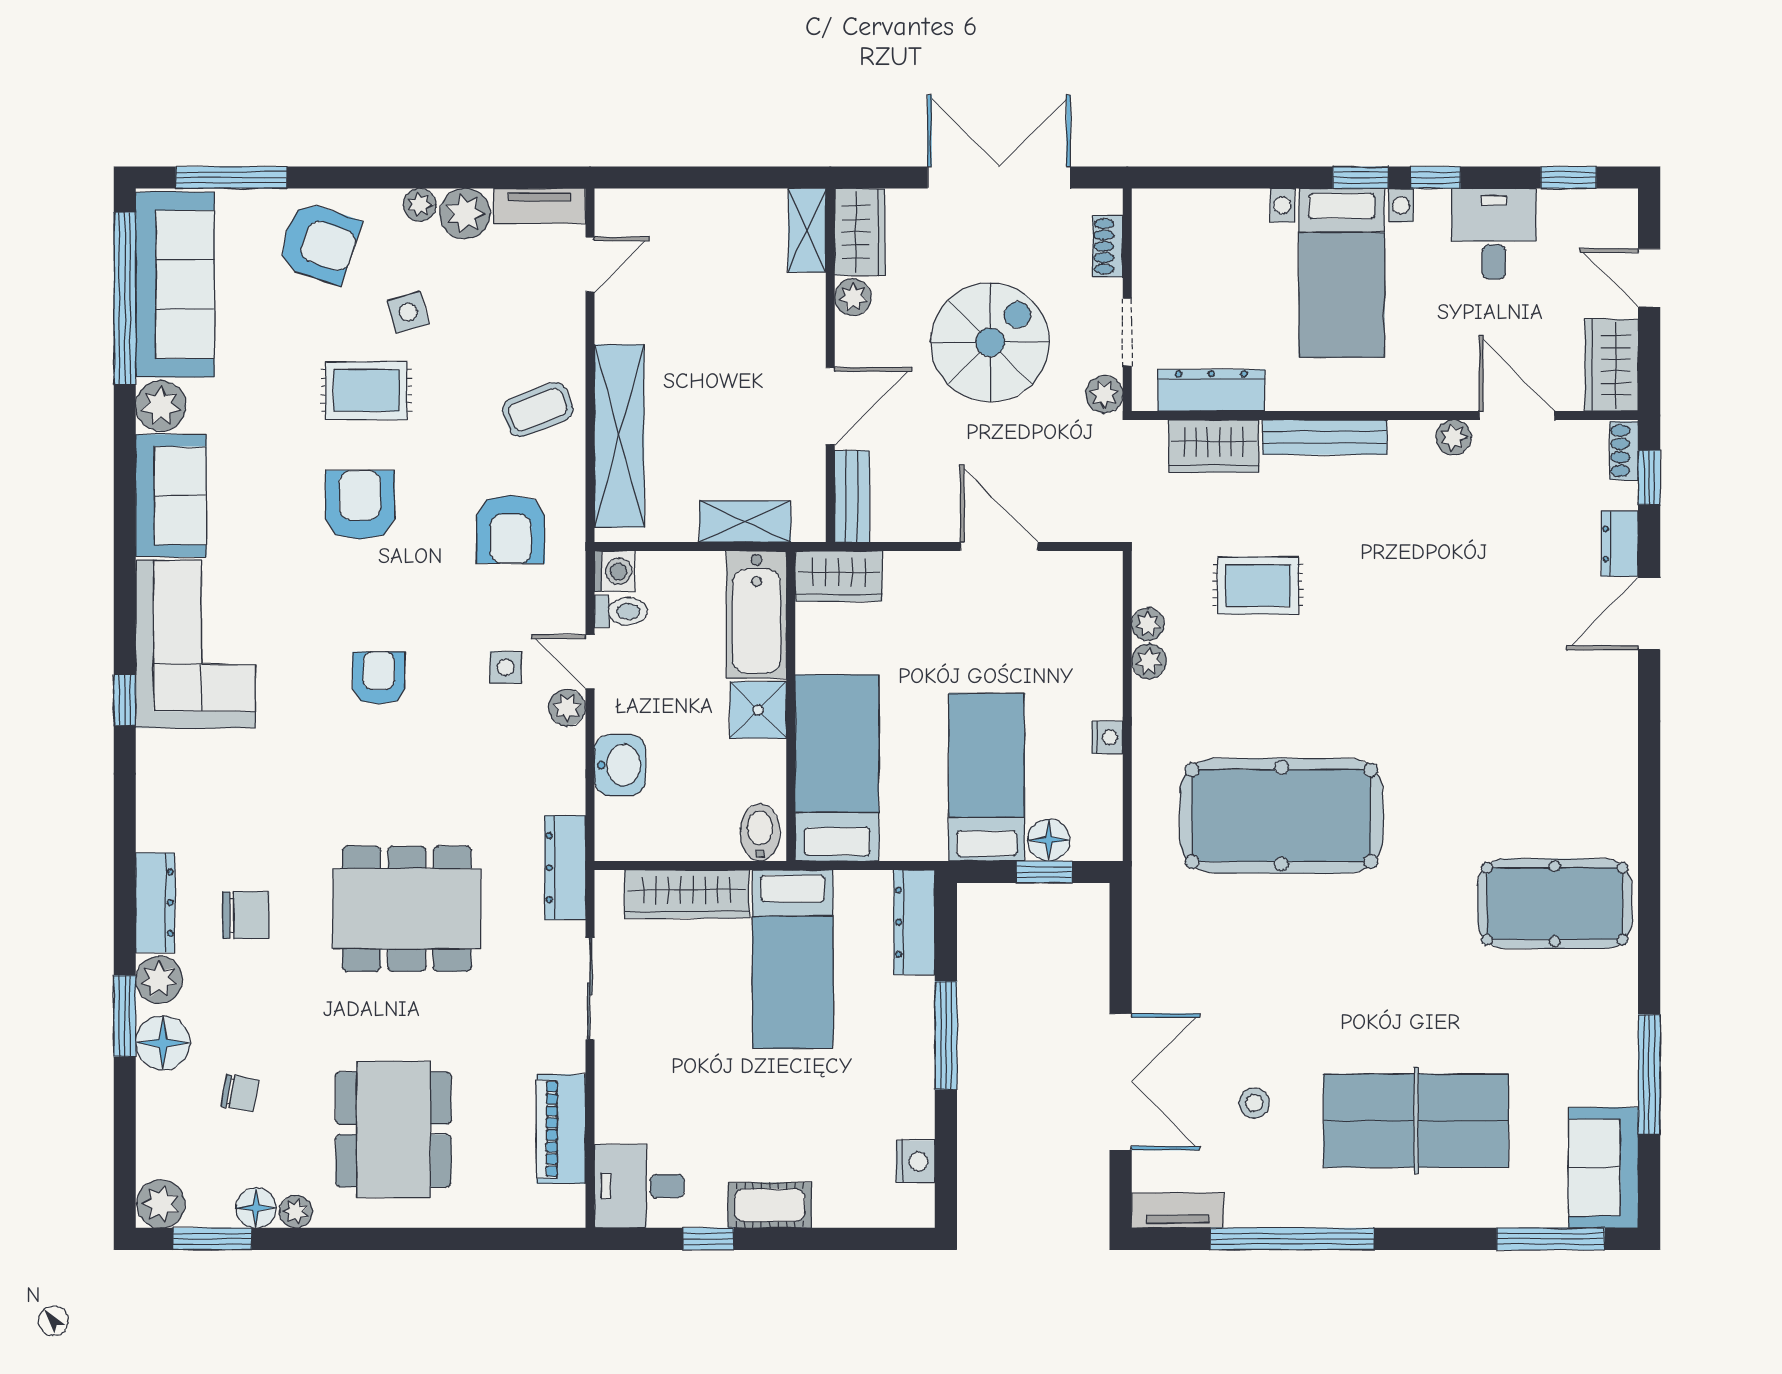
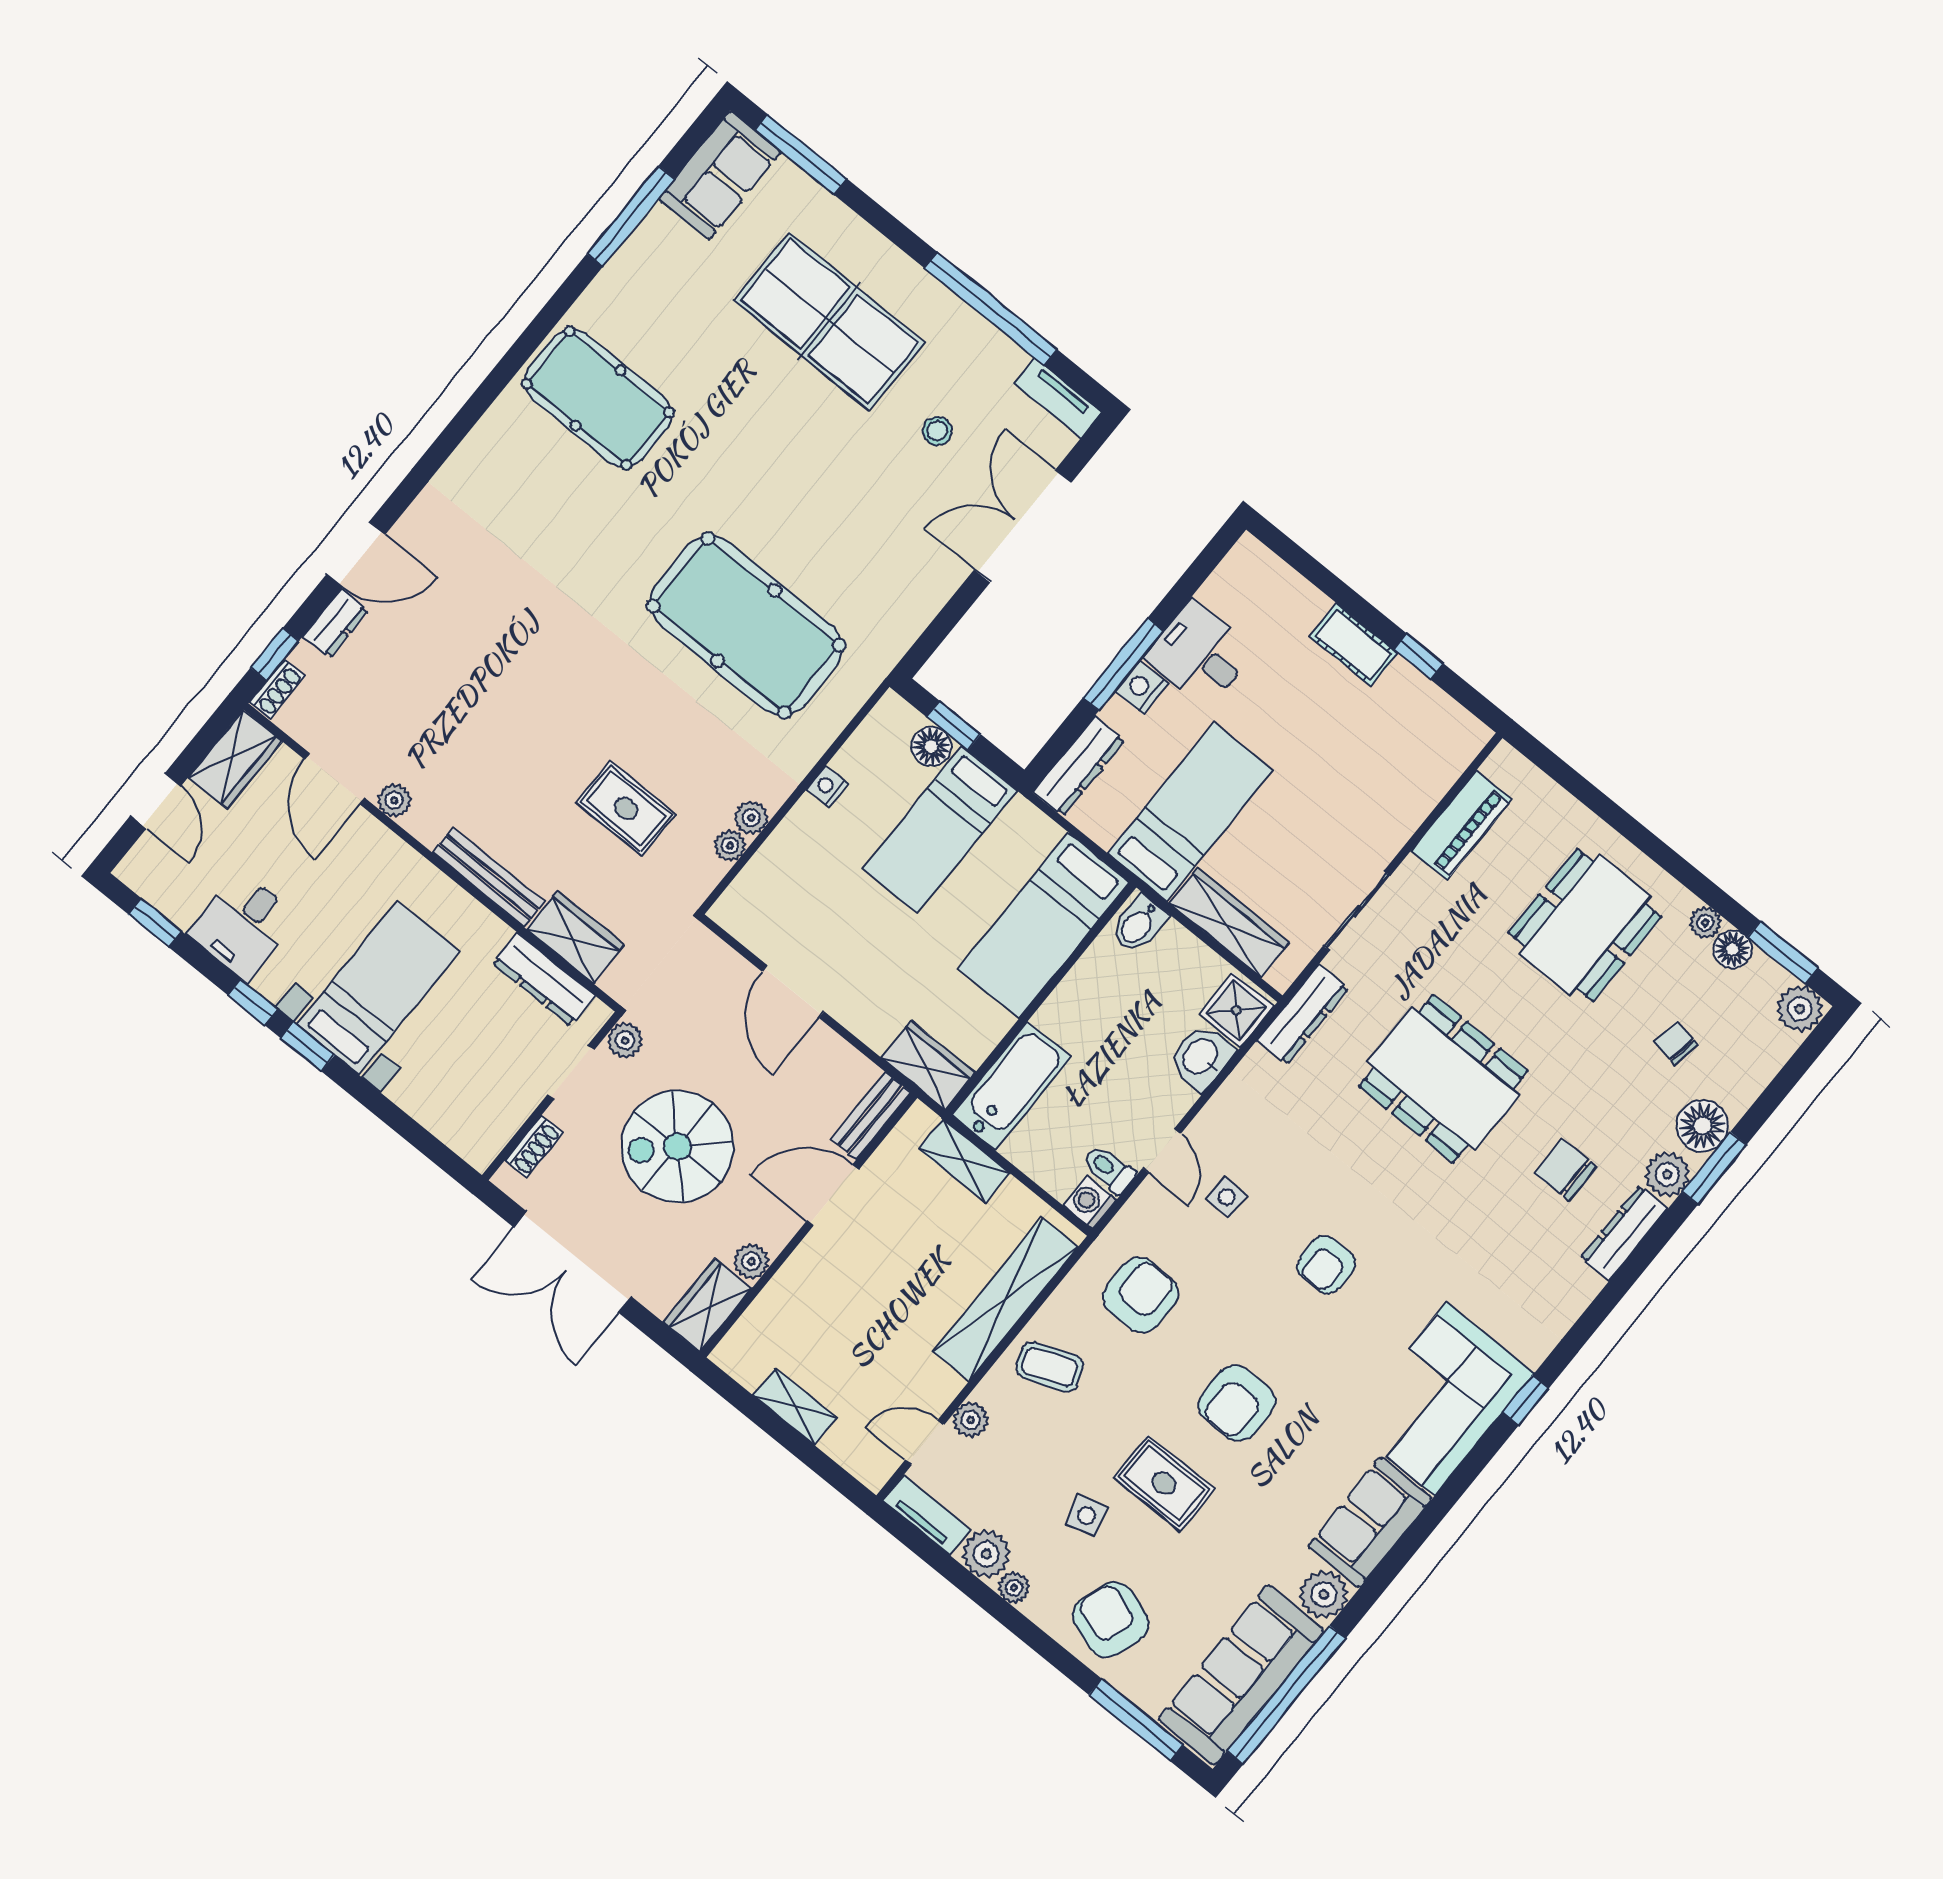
shelving: (807, 230) -> (795, 1407), moved, turned 90
plant: (567, 708) -> (971, 1420), moved
shower: (758, 710) -> (1236, 1010), moved
nightstand: (915, 1161) -> (1142, 687), moved
desk: (639, 1186) -> (1200, 654), moved, turned 180

